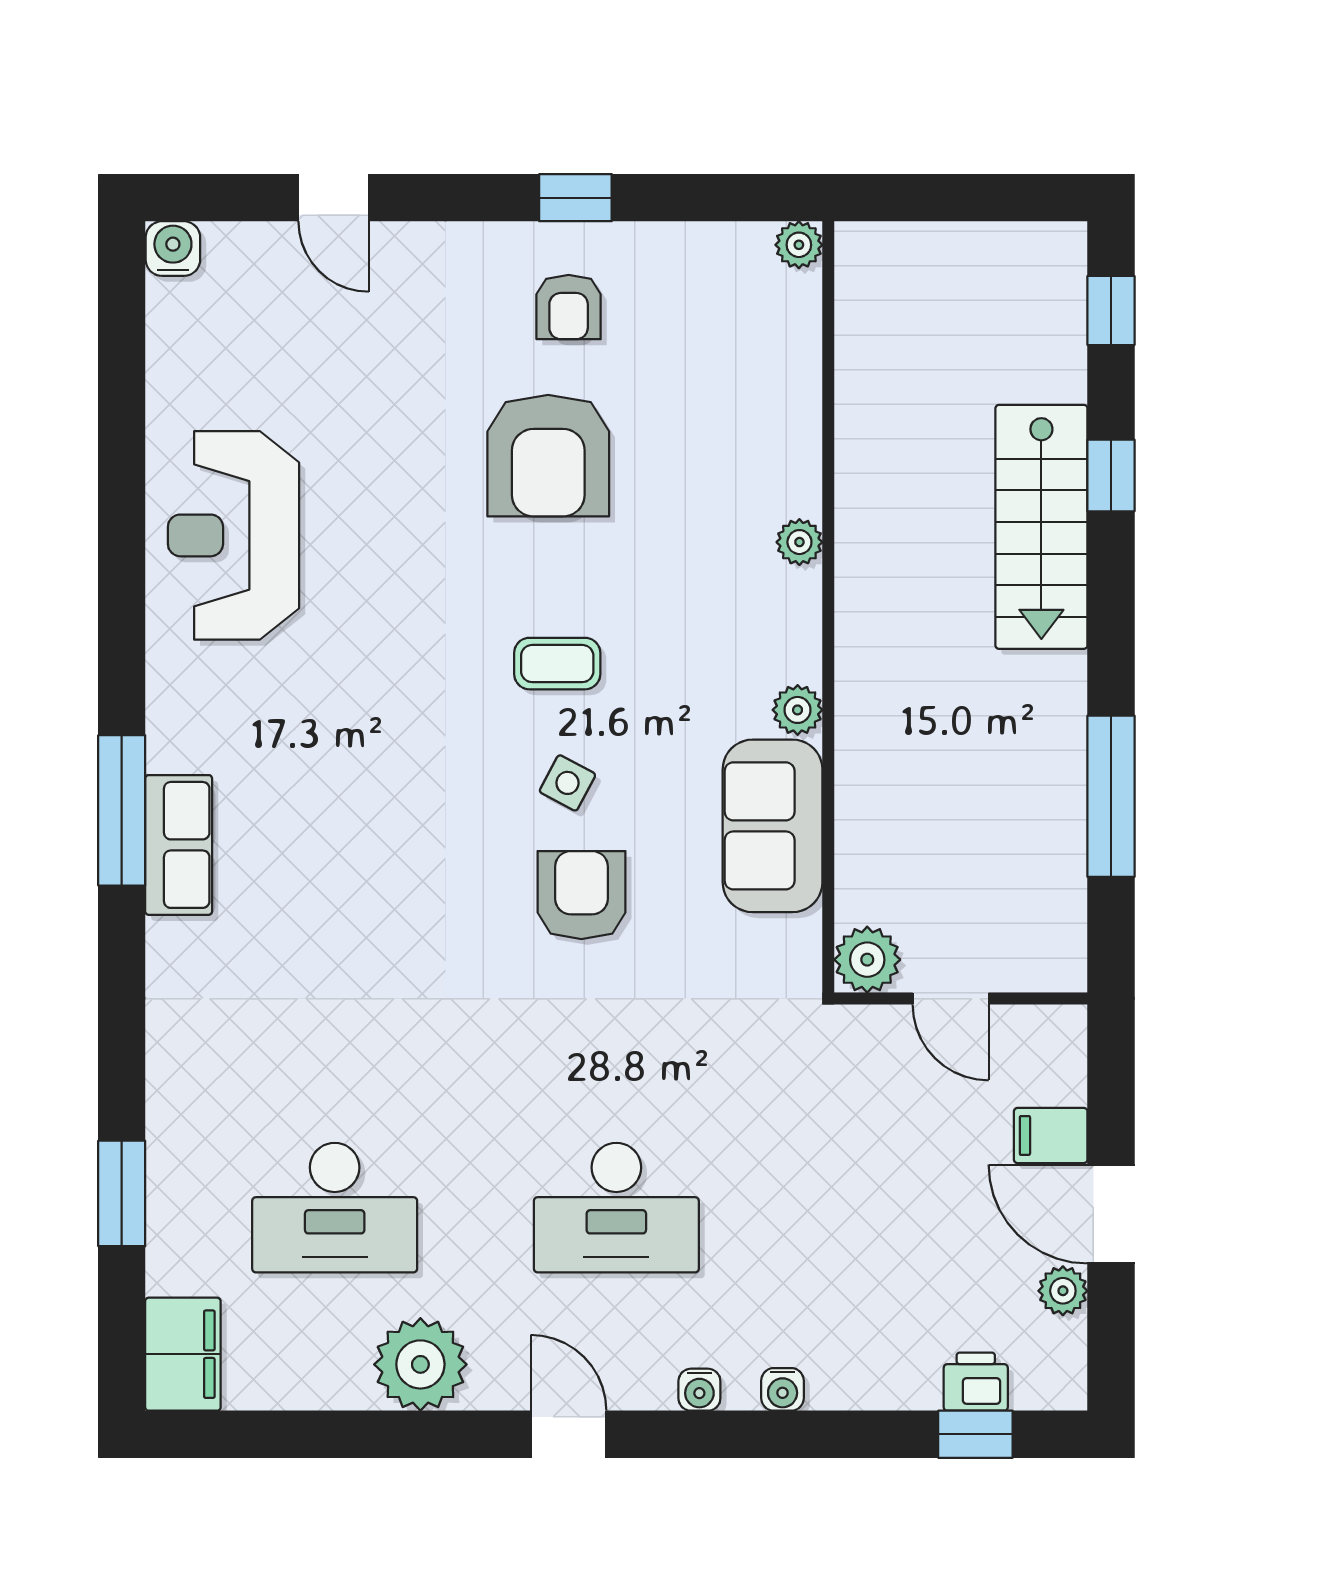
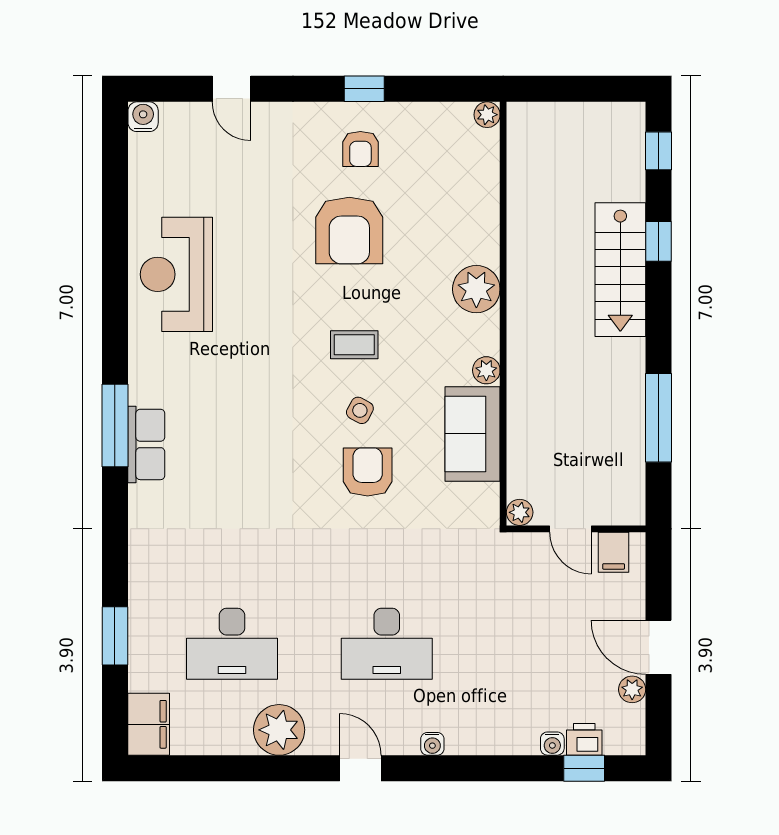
plant: (799, 542) -> (476, 289), width x1.87, depth x1.87
plant: (867, 960) -> (520, 512), width x0.73, depth x0.73
filing cabinet: (1051, 1135) -> (614, 552), moved, turned -90
water cooler: (783, 1389) -> (552, 744), moved

